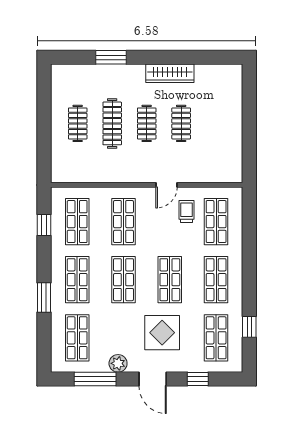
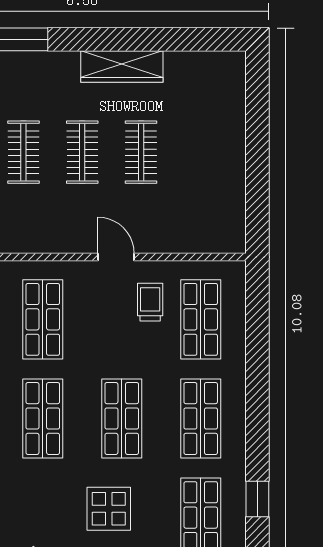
clothes rail: (112, 123) -> (23, 152), width x0.73
door: (166, 185) -> (116, 257), swing flipped
display table: (162, 333) -> (109, 509), width x0.73, depth x0.73

